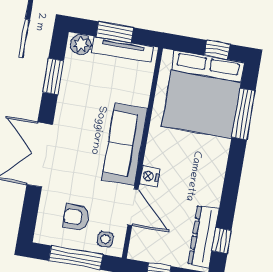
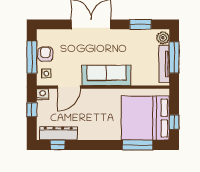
window: (115, 32) -> (174, 57), width x1.44
nightstand: (150, 176) -> (43, 94), moved
armchair: (76, 217) -> (45, 54), moved

